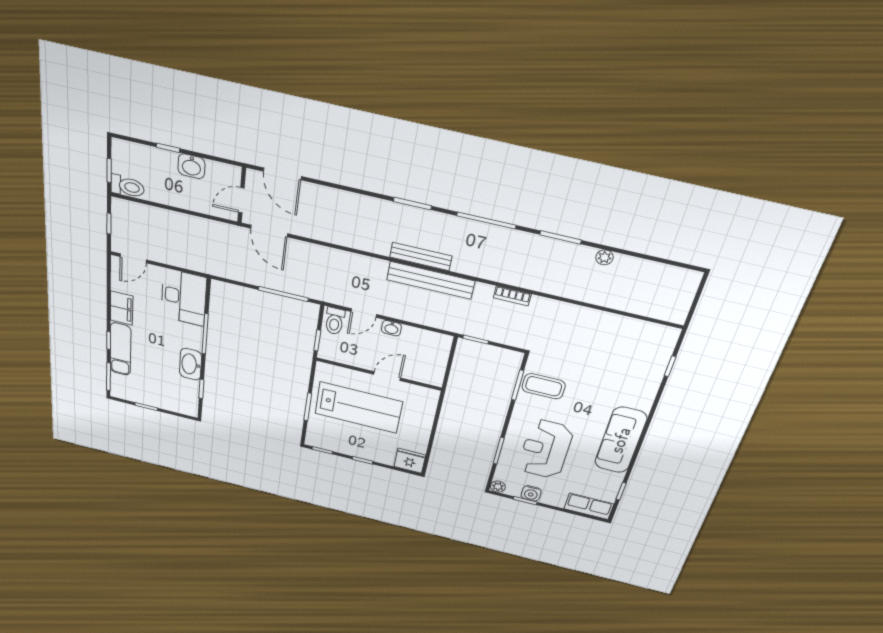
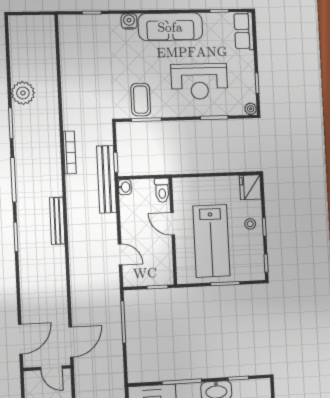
plant: (605, 257) -> (23, 93), width x1.88, depth x1.88
bench: (431, 280) -> (107, 179), moved
bookcase: (512, 296) -> (70, 152), width x1.56
toilet: (335, 321) -> (162, 190), moved, turned 90
washbasin: (391, 328) -> (125, 187), moved
lab bench: (359, 408) -> (211, 241), turned 180
stool: (369, 449) -> (250, 224), added
water cooler: (531, 493) -> (129, 21), moved, turned -90

